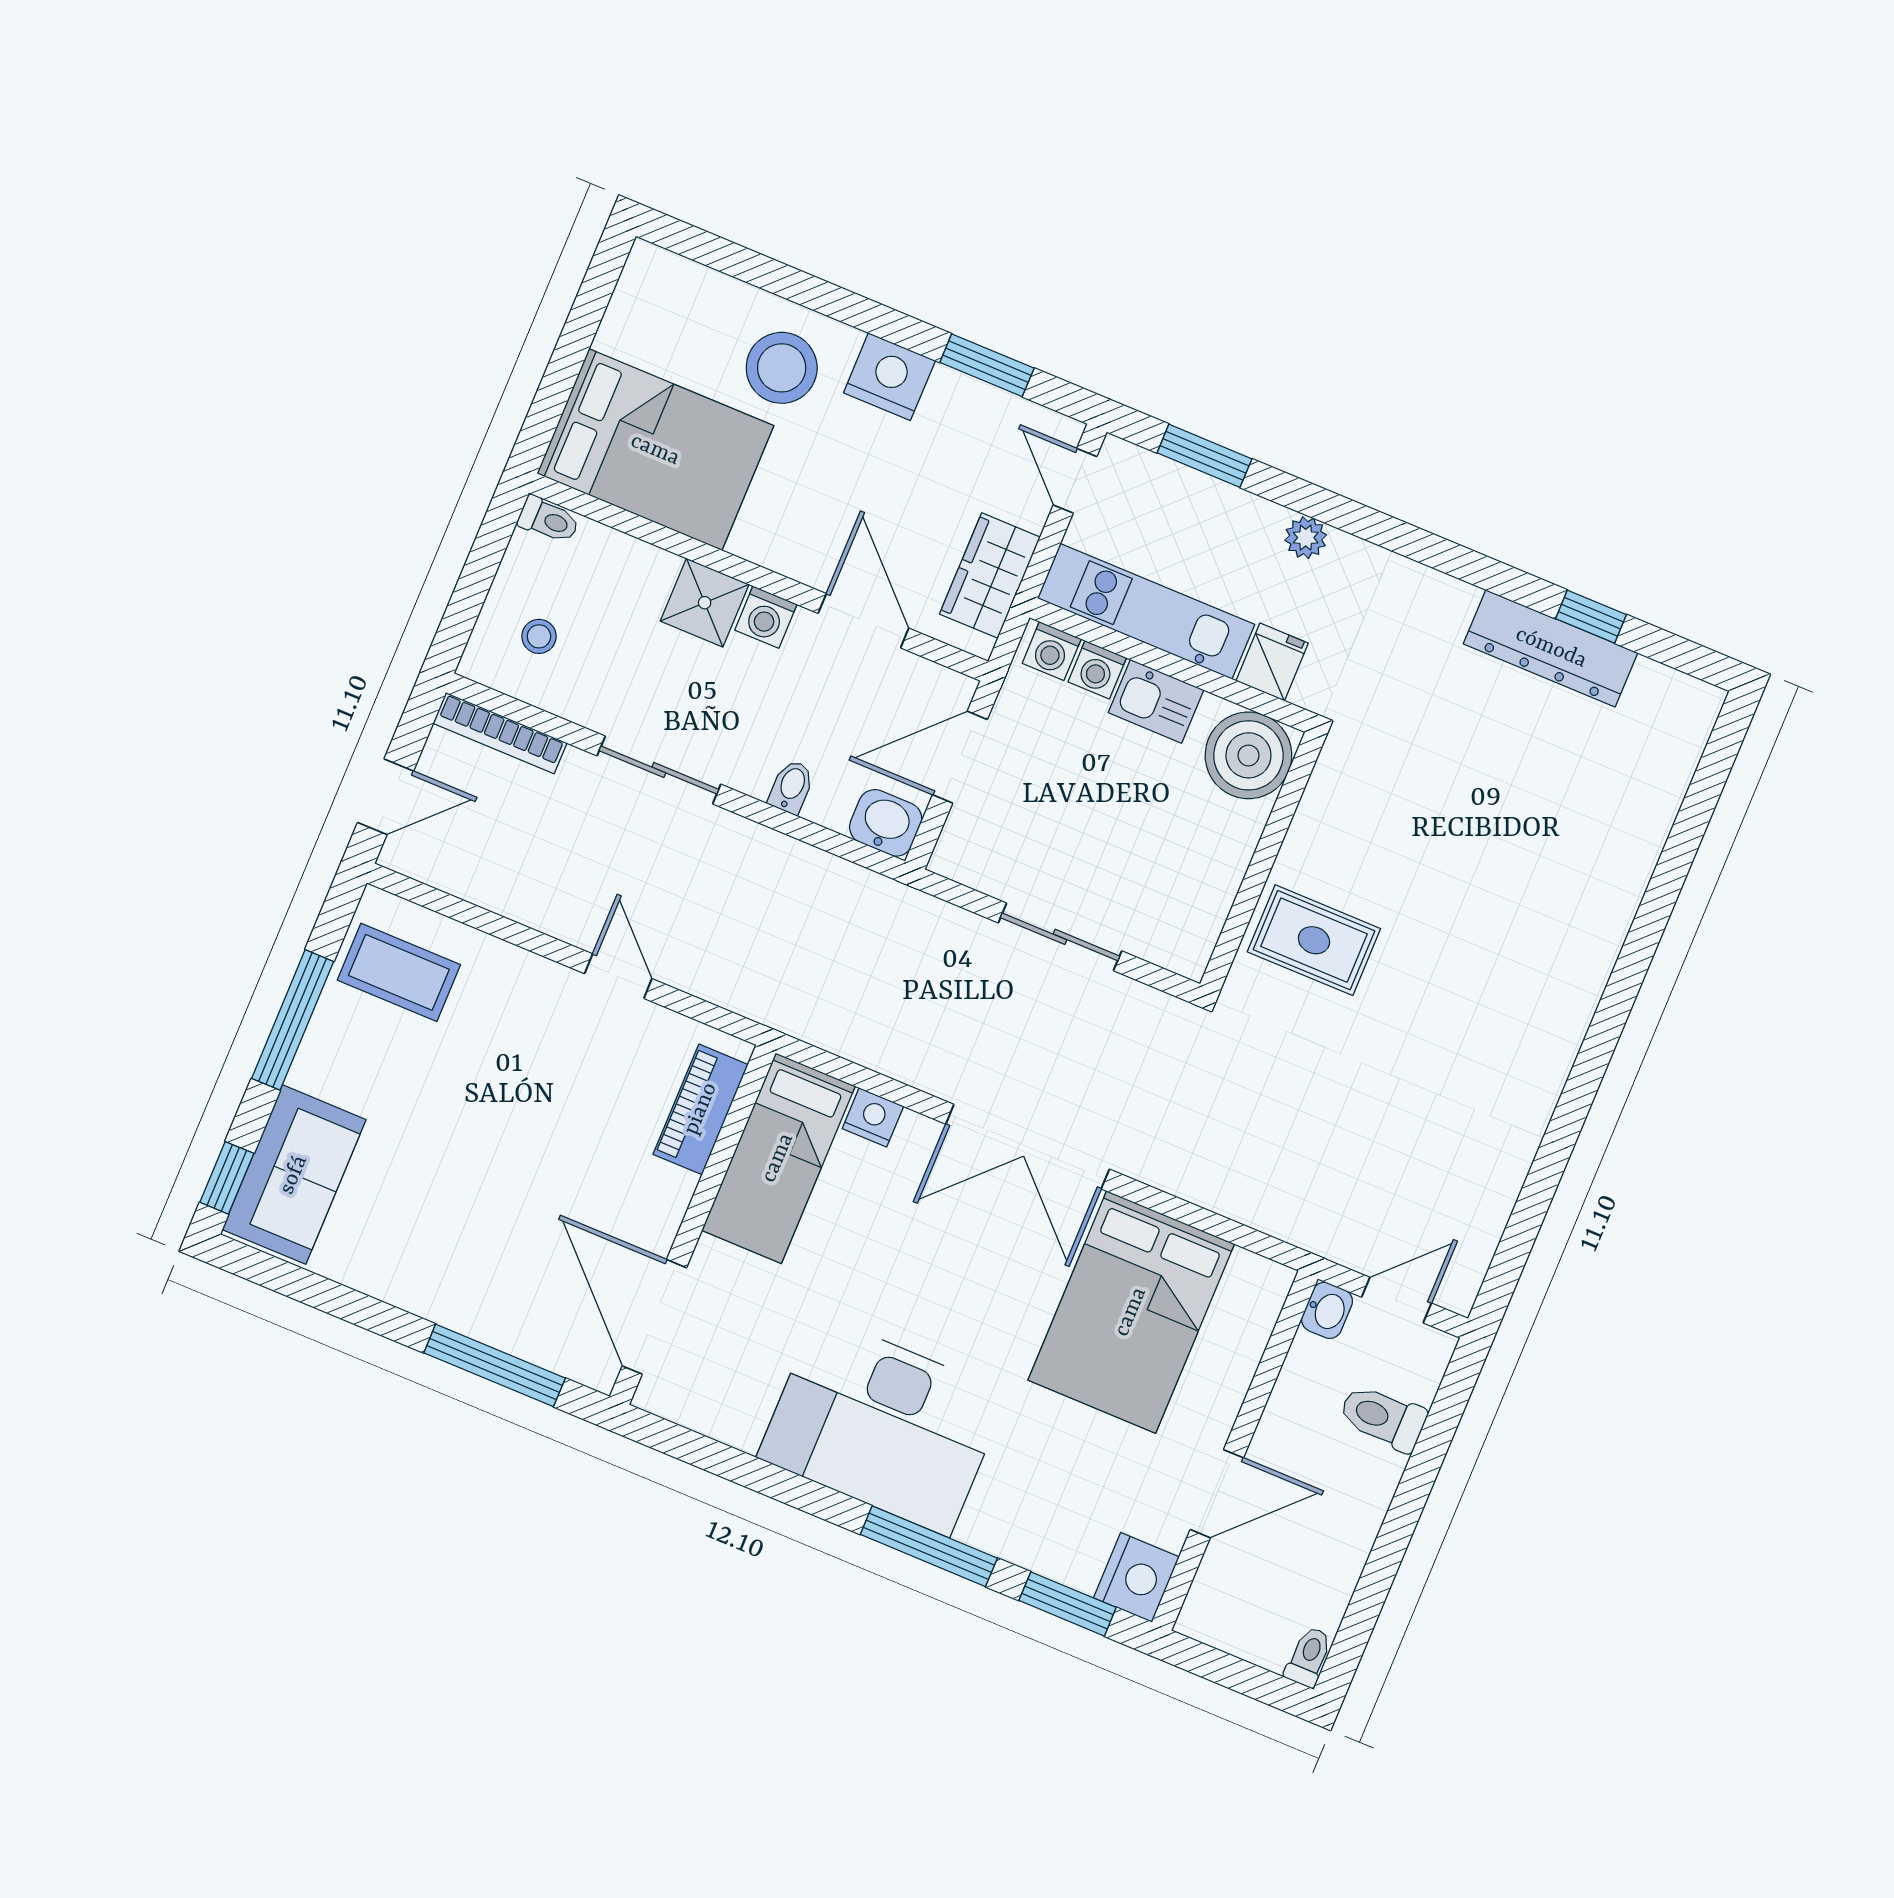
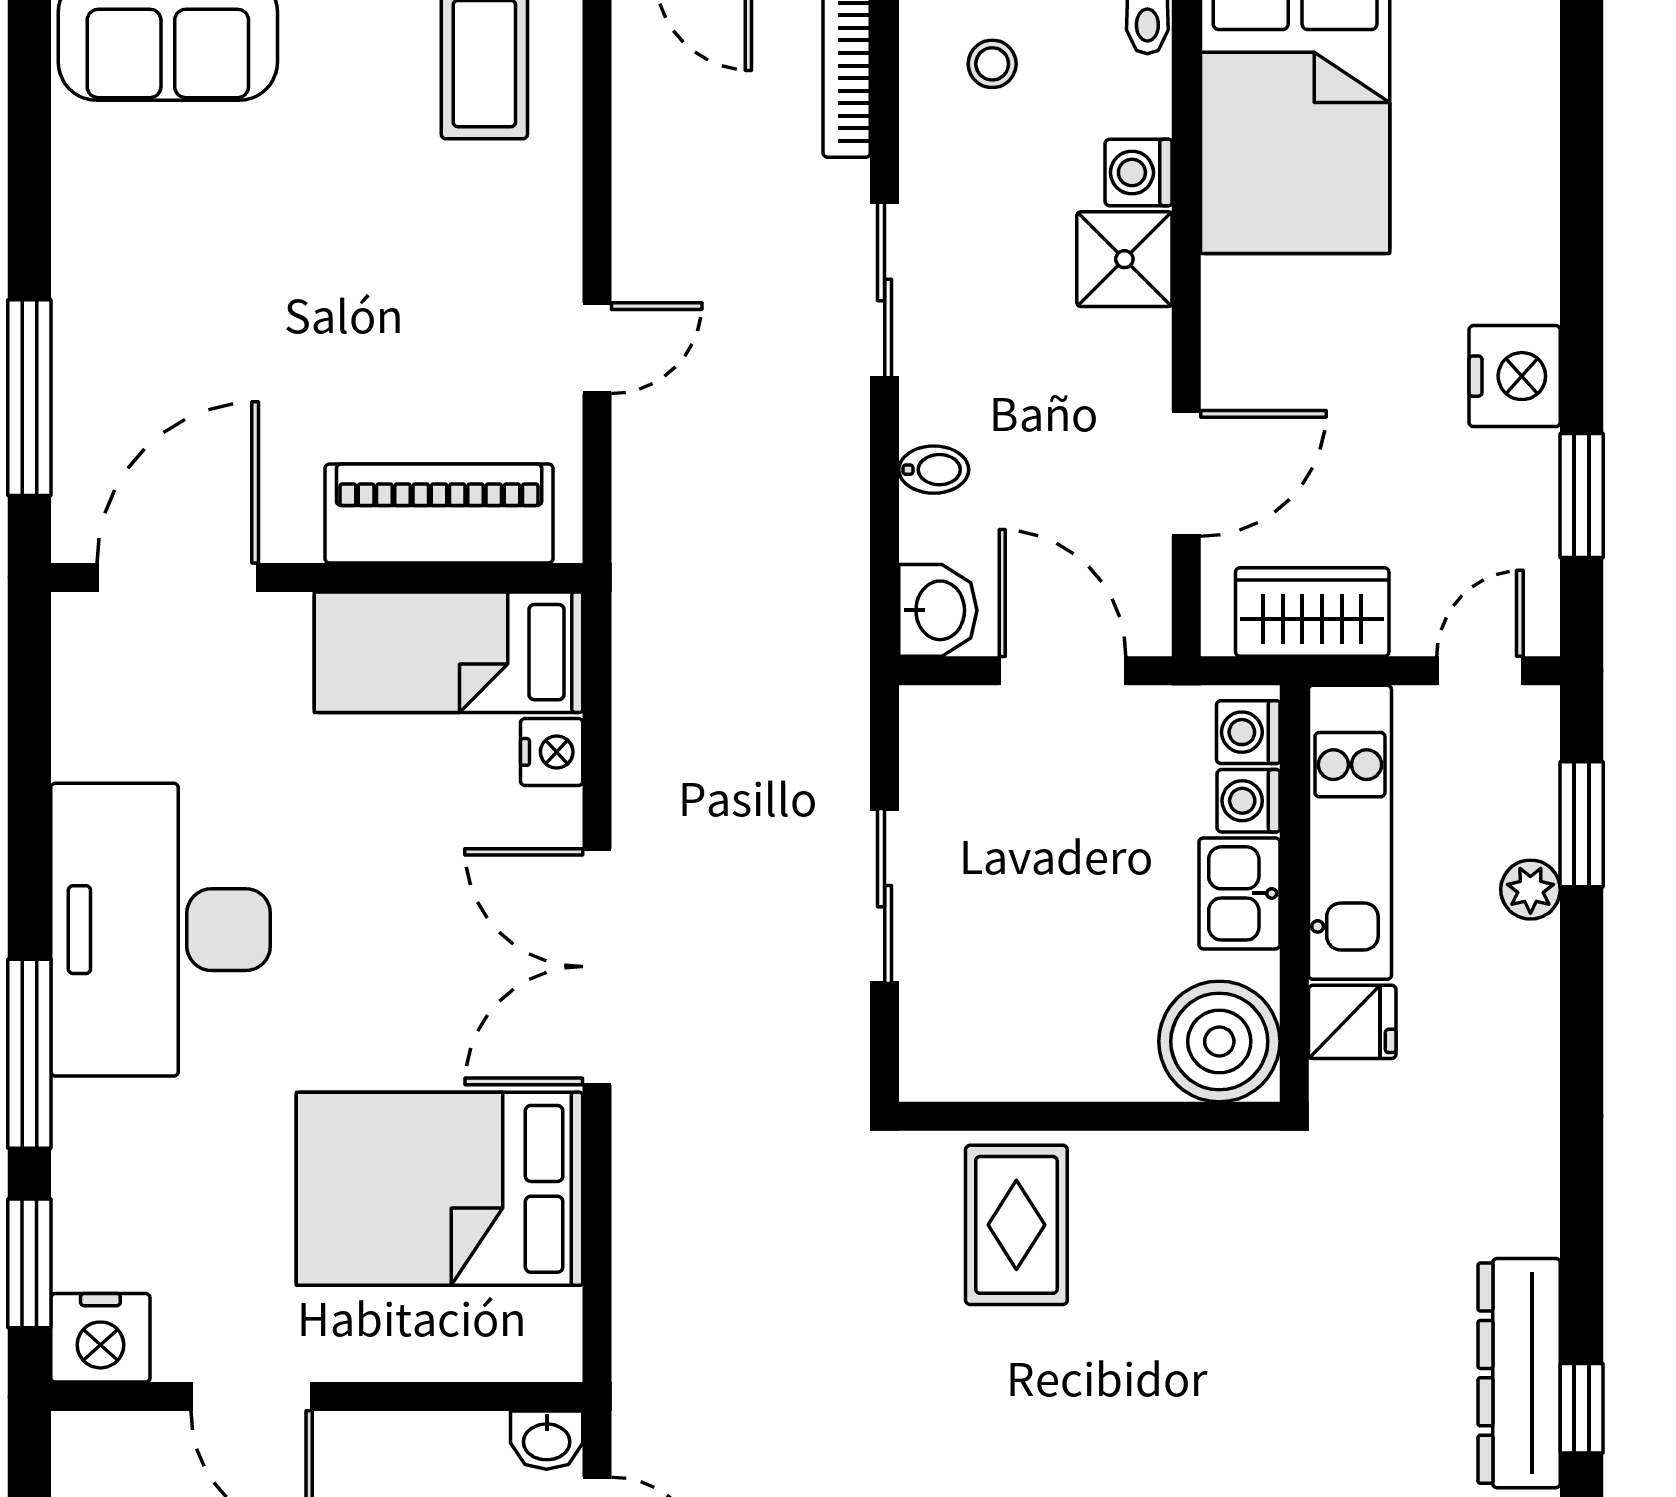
stool: (782, 368) -> (1468, 232), removed
plant: (1306, 538) -> (1530, 890), moved
washing machine: (766, 617) -> (1139, 172), moved
piano: (701, 1109) -> (439, 514), width x1.37, depth x1.33

